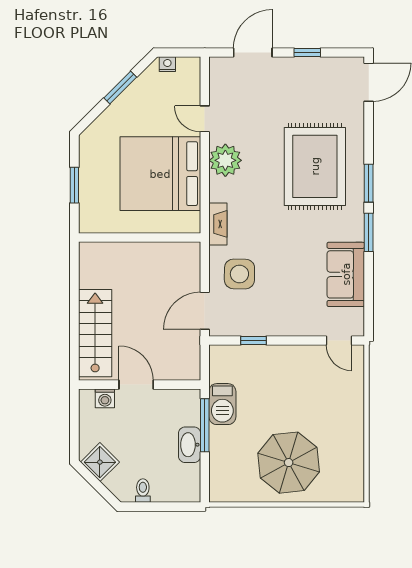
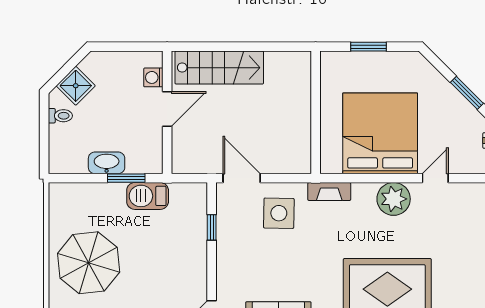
window: (205, 425) -> (126, 178), width x0.69
shower: (100, 462) -> (76, 86), moved

